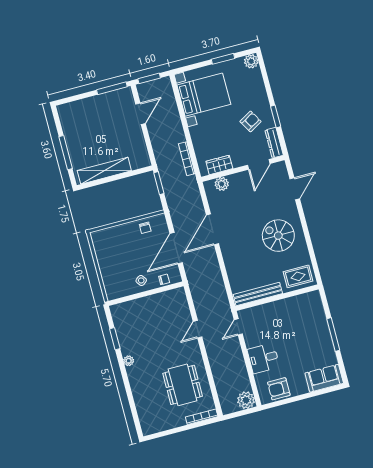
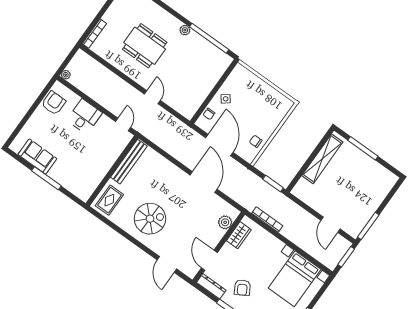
window: (115, 339) -> (209, 38), width x2.11
sofa: (324, 378) -> (37, 157), moved, turned -90
dining table: (183, 385) -> (145, 46), moved
plant: (246, 400) -> (66, 75), width x0.53, depth x0.53

